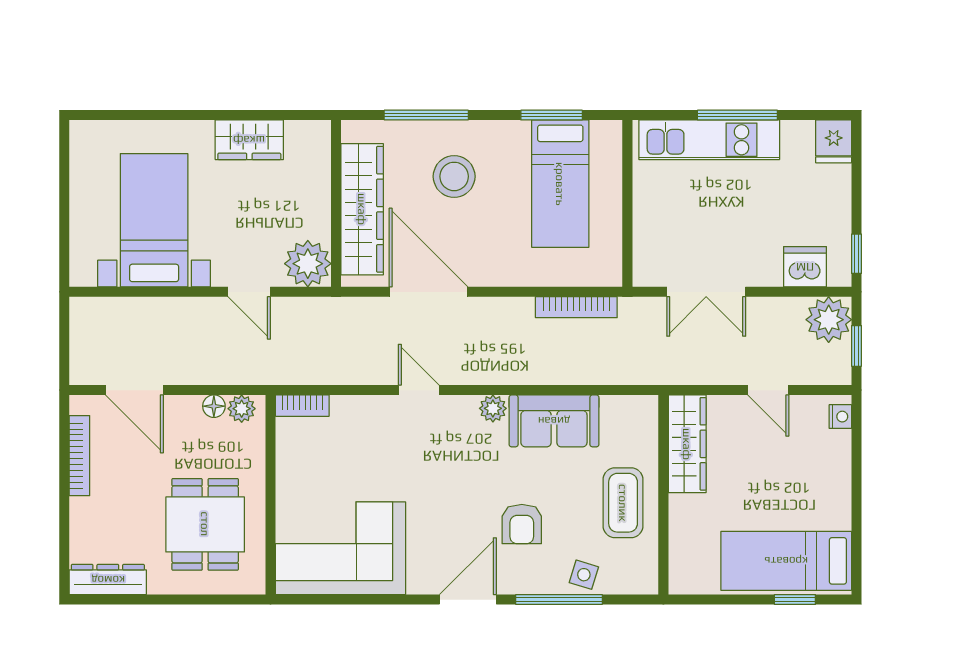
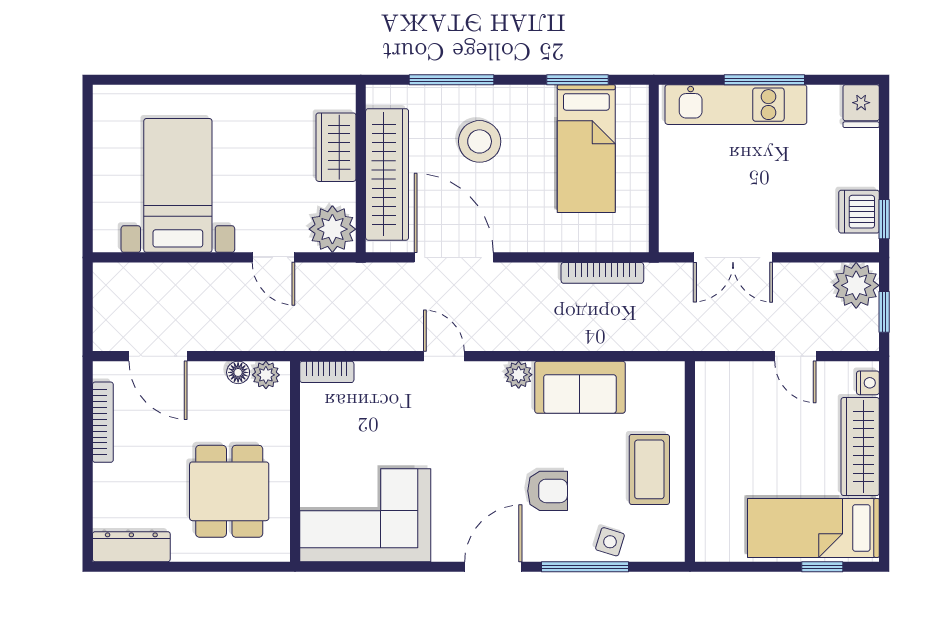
wardrobe: (249, 140) -> (336, 147), moved, turned 90
dishwasher: (805, 267) -> (859, 212), moved, turned -90
wardrobe: (687, 444) -> (860, 447), moved, turned 180
armchair: (522, 524) -> (548, 491), turned -90

